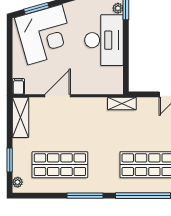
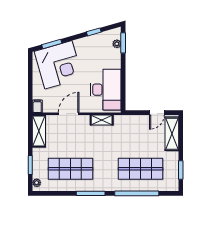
desk: (104, 40) -> (106, 90), moved
shelving: (122, 104) -> (102, 120), moved

